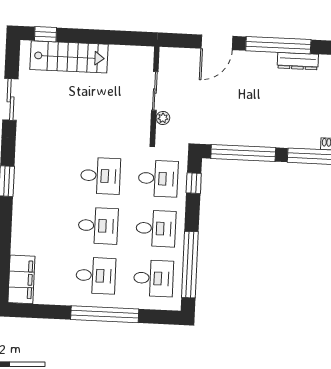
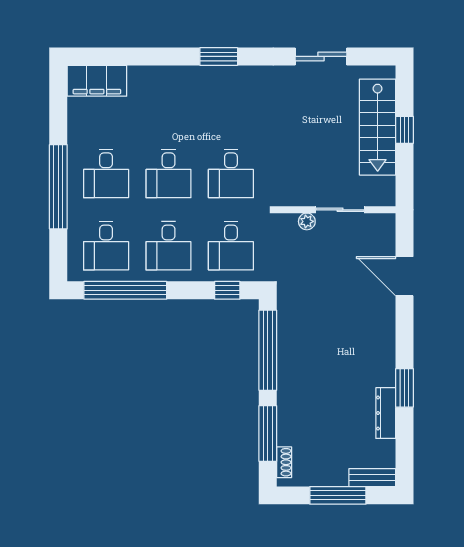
window: (45, 34) -> (404, 130), moved
door: (217, 42) -> (404, 276), moved
window: (278, 45) -> (404, 388), width x0.47
sliding door: (155, 91) -> (340, 210), moved
wall: (155, 94) -> (336, 210), moved
plant: (163, 118) -> (307, 221), moved

